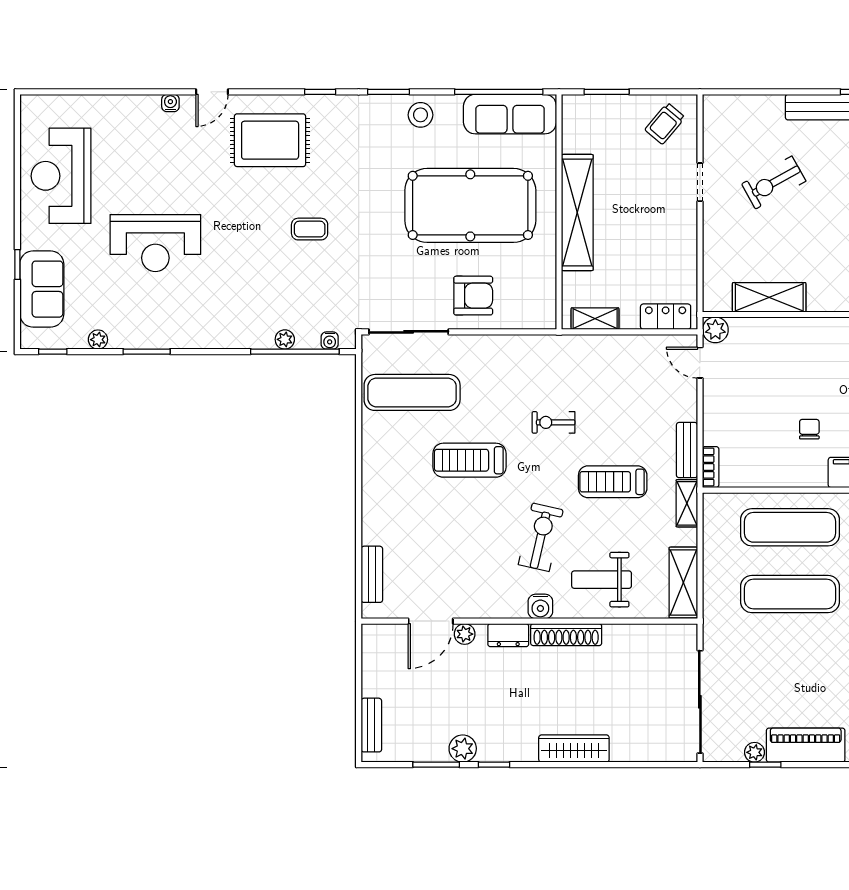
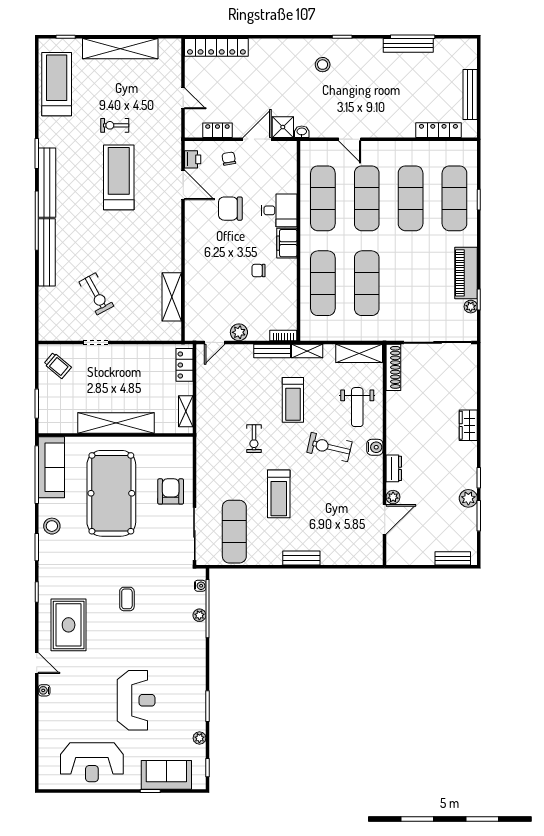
plant: (715, 330) -> (239, 332), moved
bench: (372, 574) -> (301, 558), moved
door: (431, 621) -> (385, 519), hinge flipped
shoe rack: (566, 635) -> (393, 367), moved
wardrobe: (574, 749) -> (468, 425), width x0.67

